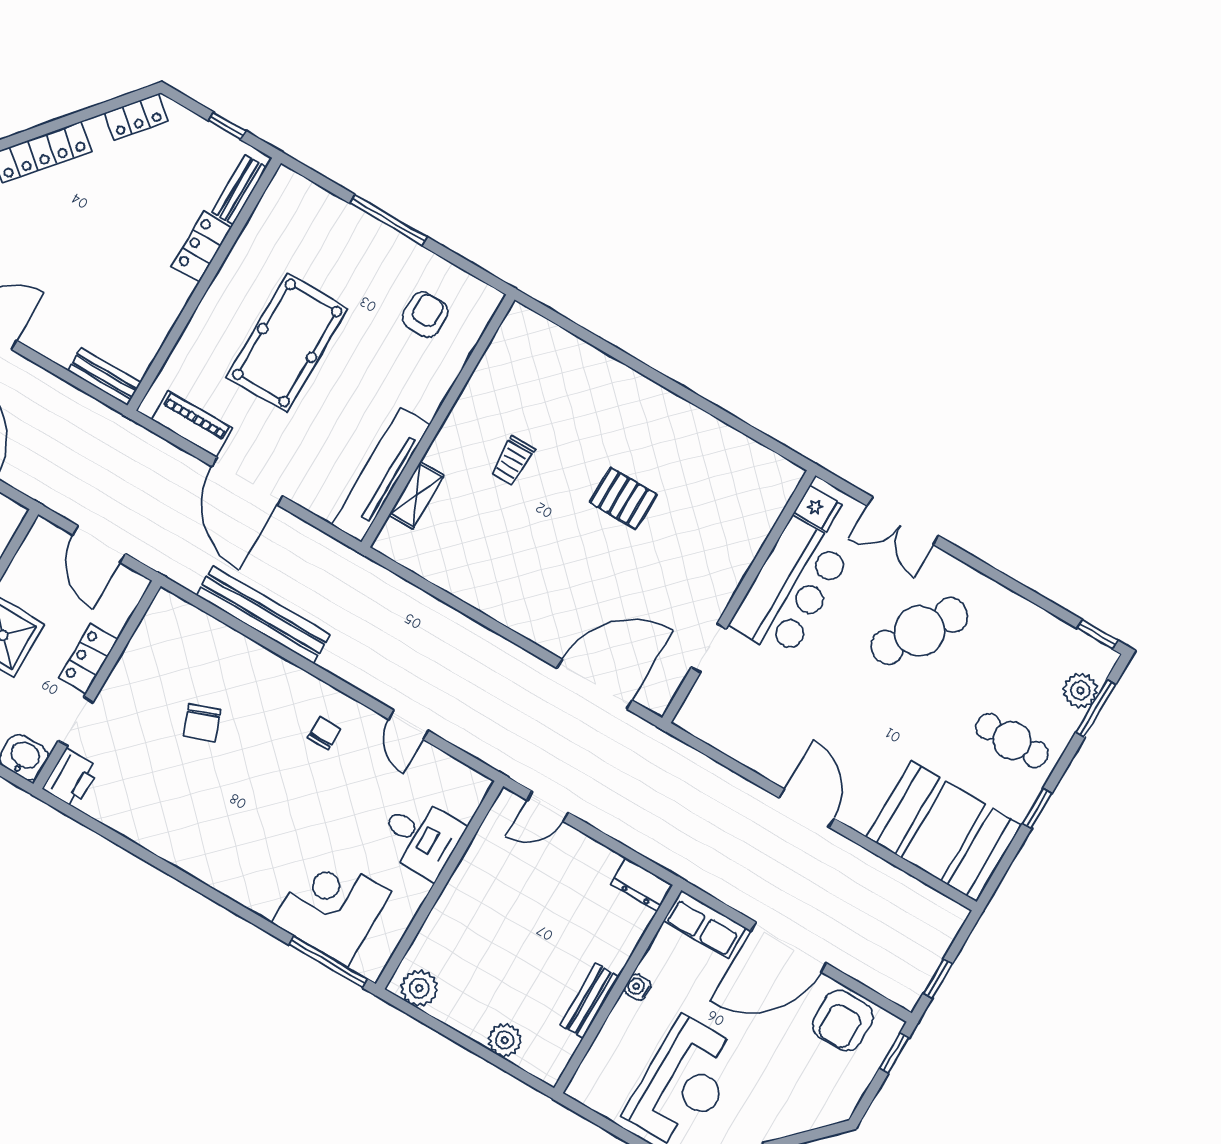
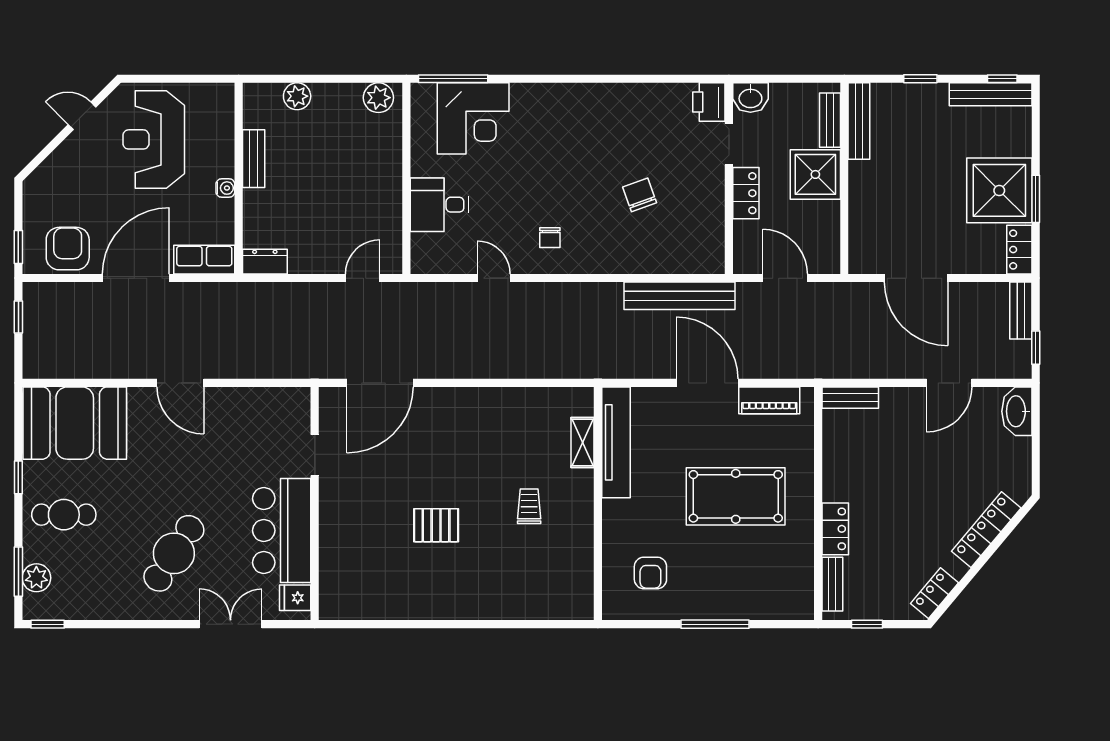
pool table: (287, 343) -> (736, 496), turned 90
bench: (263, 615) -> (679, 296), moved

